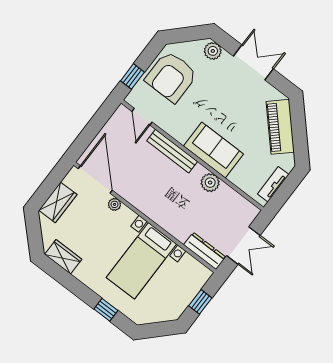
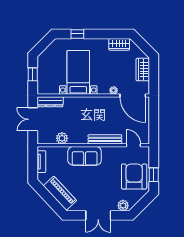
window: (132, 76) -> (154, 175), moved
plant: (210, 183) -> (62, 138), moved

